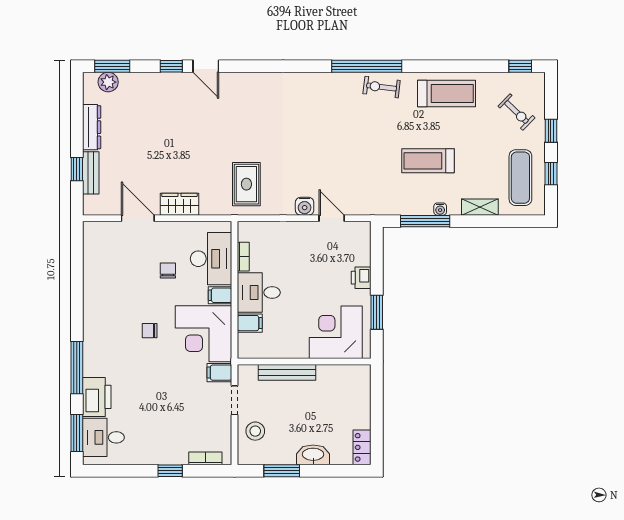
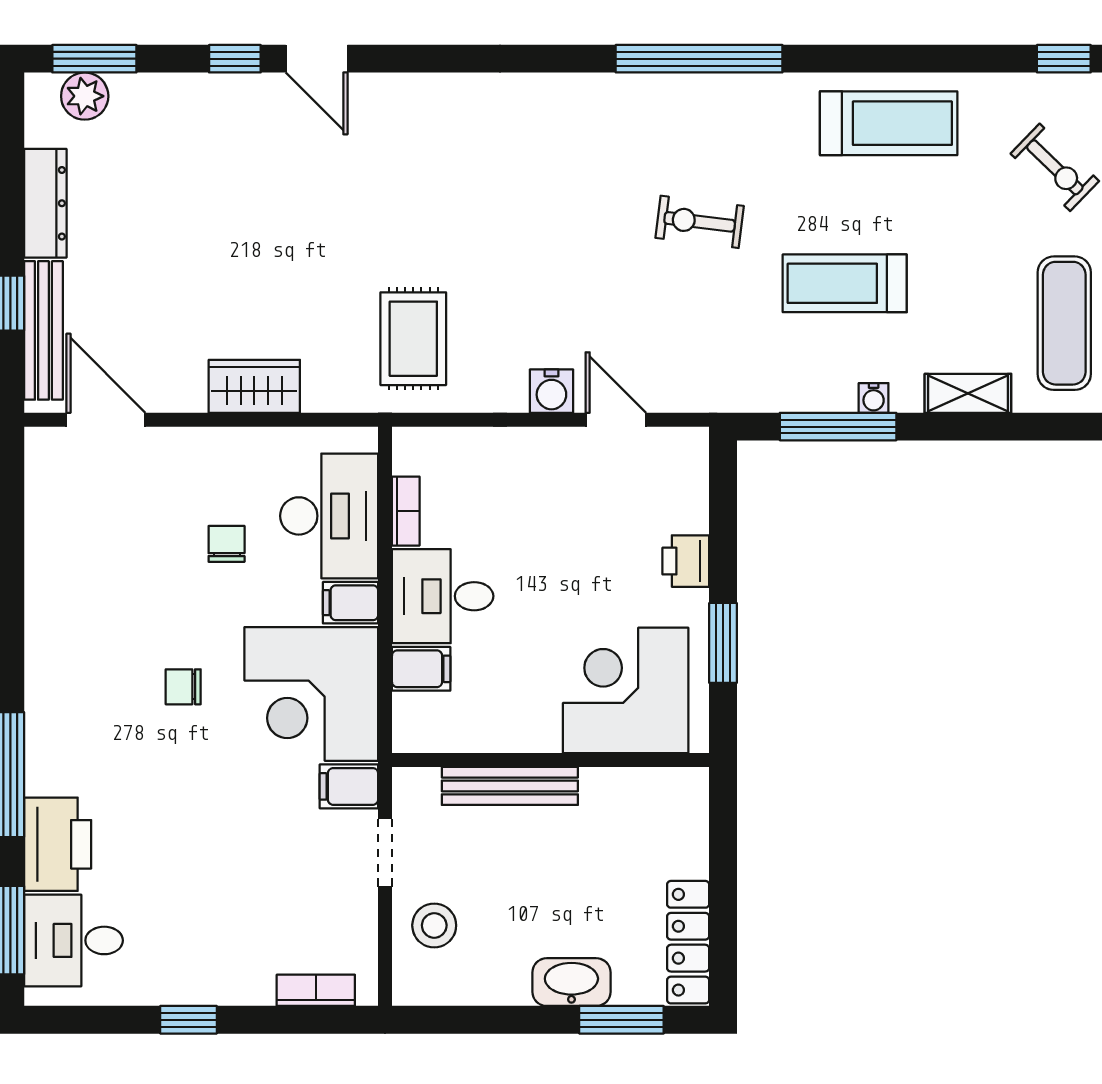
exercise bike: (382, 87) -> (700, 222), moved
bench: (91, 173) -> (43, 330), width x1.36
door: (138, 218) -> (106, 420), moved
locker: (362, 447) -> (688, 942), width x1.53
window: (170, 471) -> (188, 1020), moved
window: (282, 471) -> (621, 1020), moved

